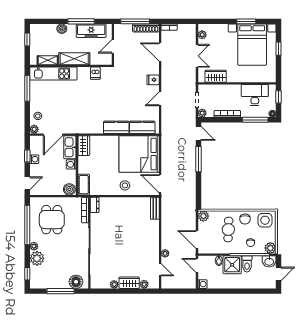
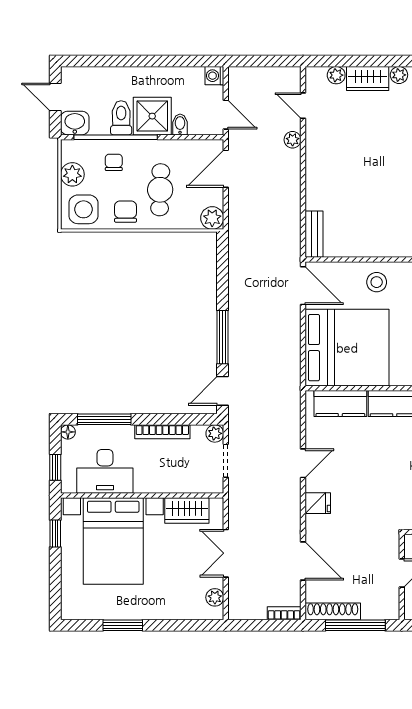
bed with nightstands: (252, 45) -> (113, 541), moved, turned 180
window: (279, 49) -> (55, 534), moved
door: (199, 133) -> (223, 391), hinge flipped
door: (197, 240) -> (226, 169), swing flipped
plant: (270, 248) -> (72, 174), moved
door: (279, 274) -> (55, 97), hinge flipped

